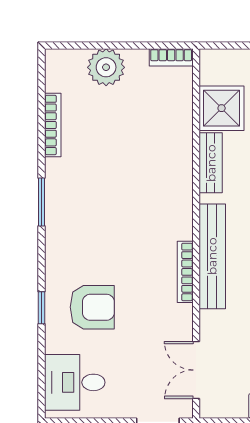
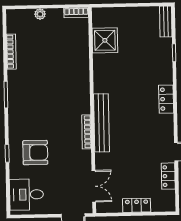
plant: (106, 67) -> (40, 14), width x0.53, depth x0.53
bench: (211, 163) -> (99, 71), removed
double door: (196, 370) -> (94, 186), swing flipped

